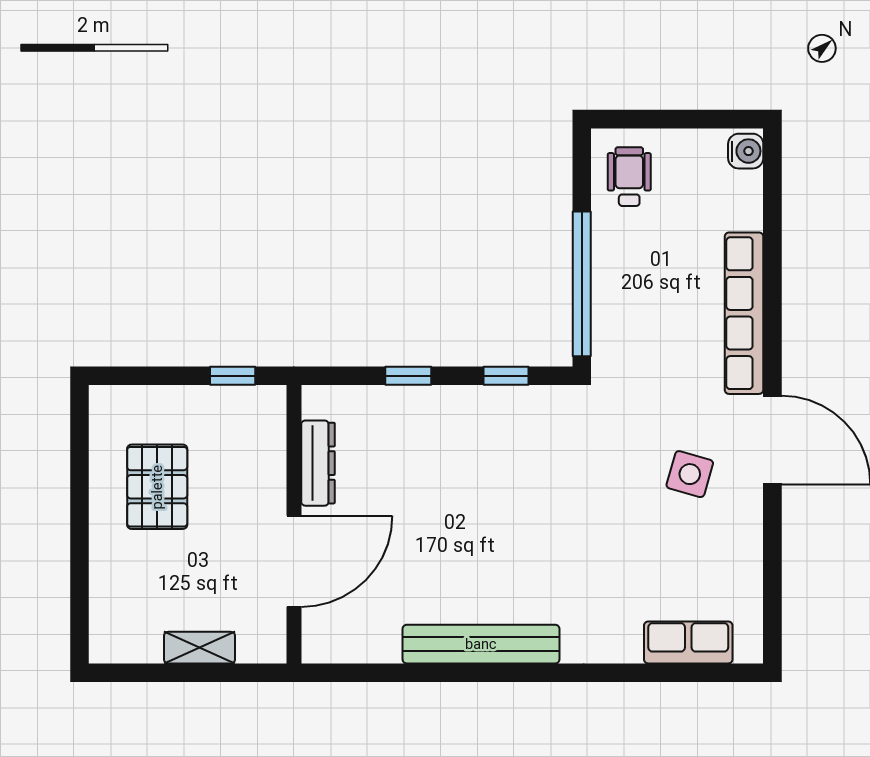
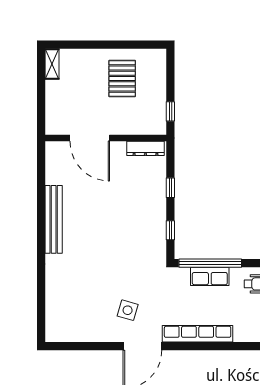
dresser: (318, 463) -> (145, 148), moved
pallet: (157, 487) -> (122, 79), turned 90
row of seats: (688, 642) -> (210, 276), moved, turned 90
shelving: (199, 648) -> (52, 64), moved

